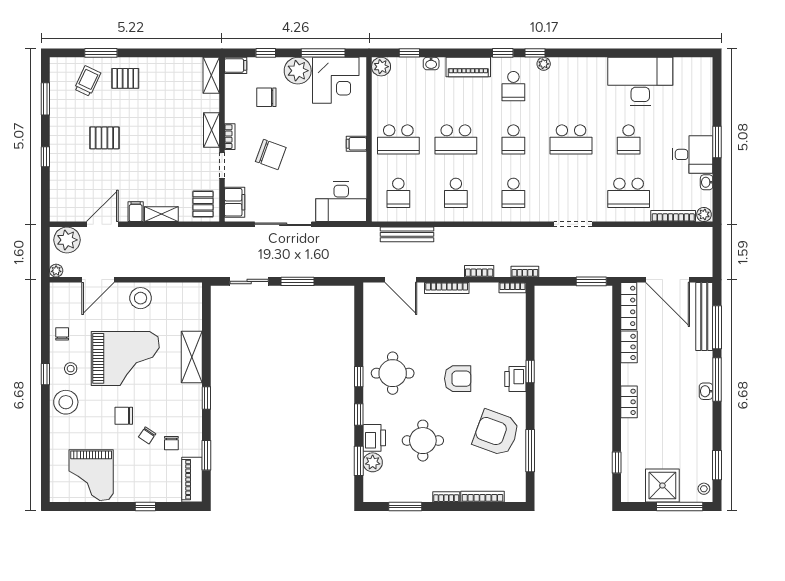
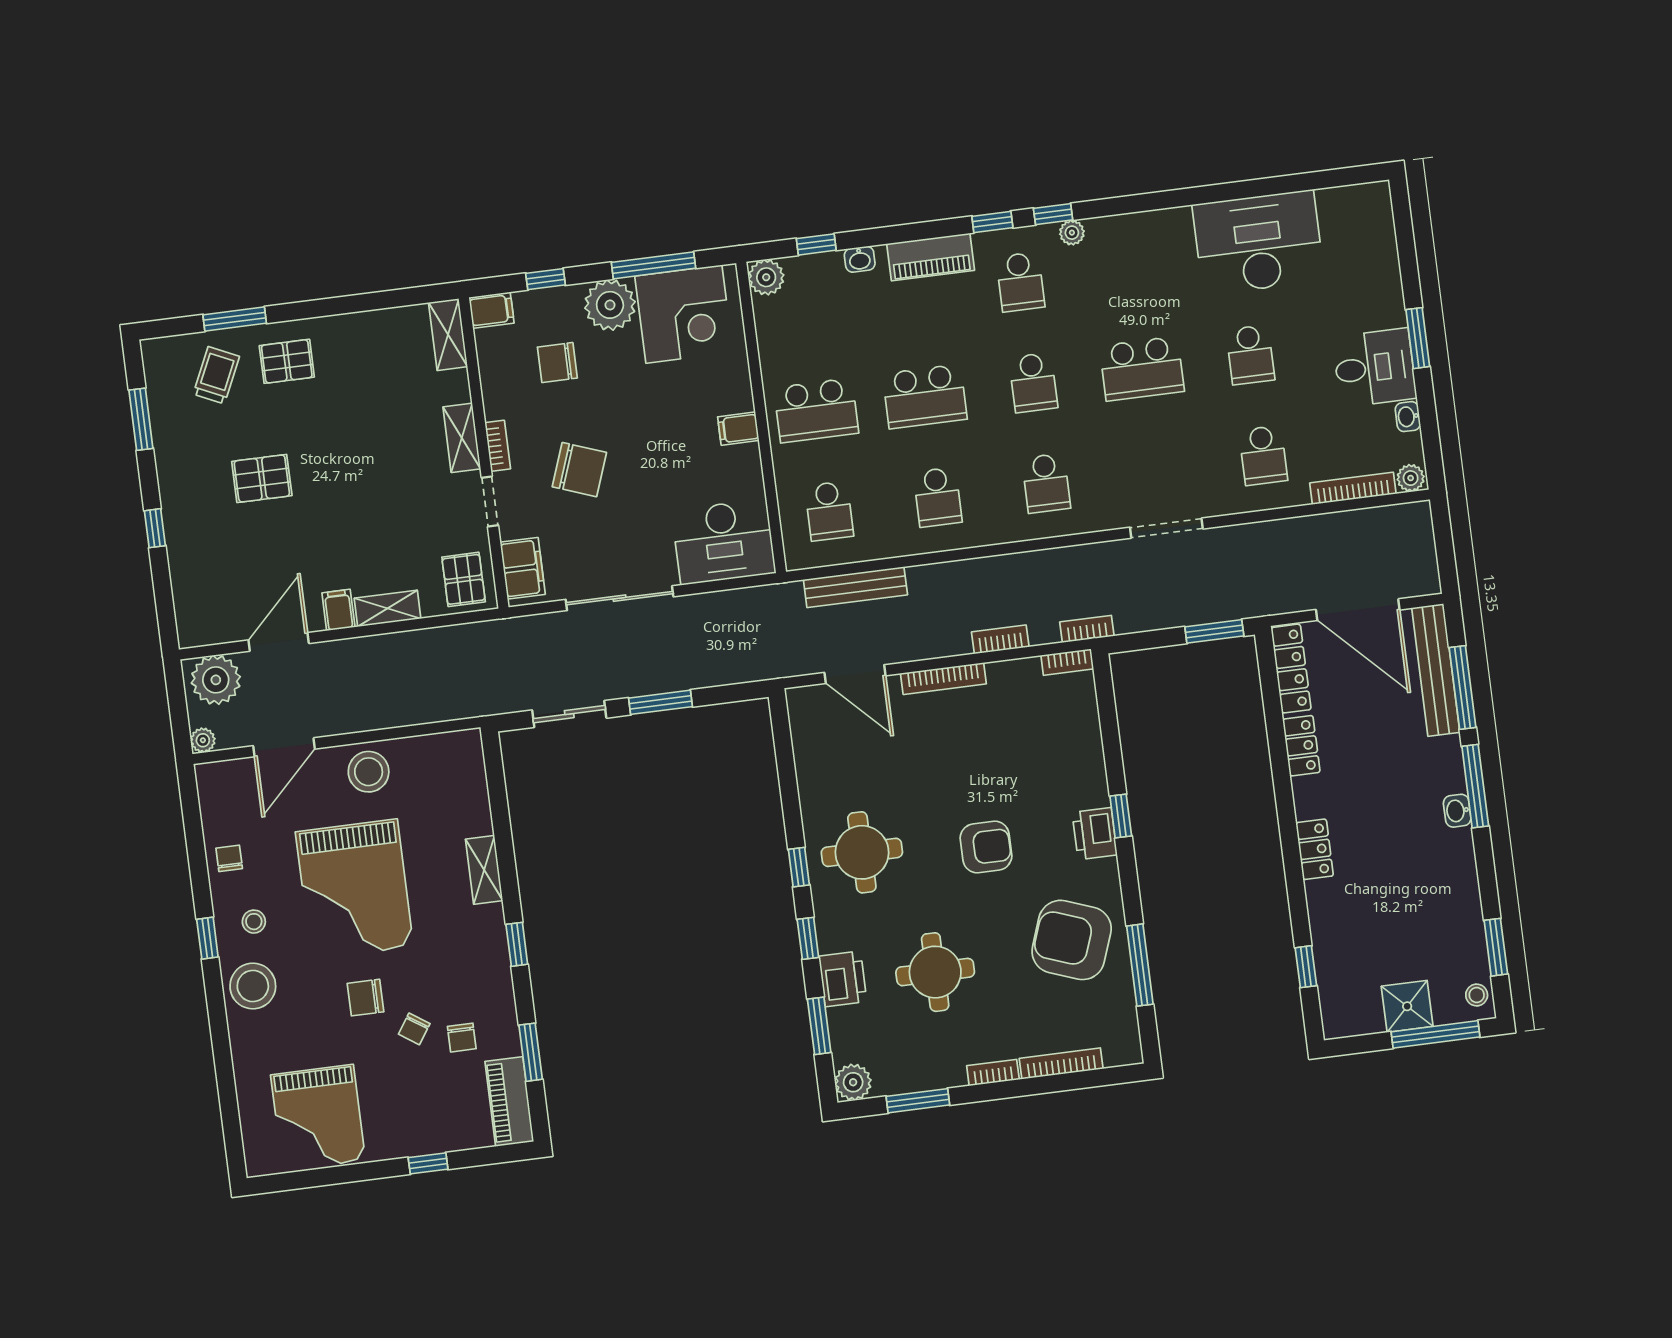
school desk: (629, 193) -> (1263, 455), width x0.54
shelving: (192, 357) -> (484, 870), width x0.67, depth x0.75
grand piano: (125, 358) -> (354, 889), turned 90
plant: (373, 462) -> (853, 1082), moved
shower: (662, 485) -> (1407, 1006), width x0.73, depth x0.73

